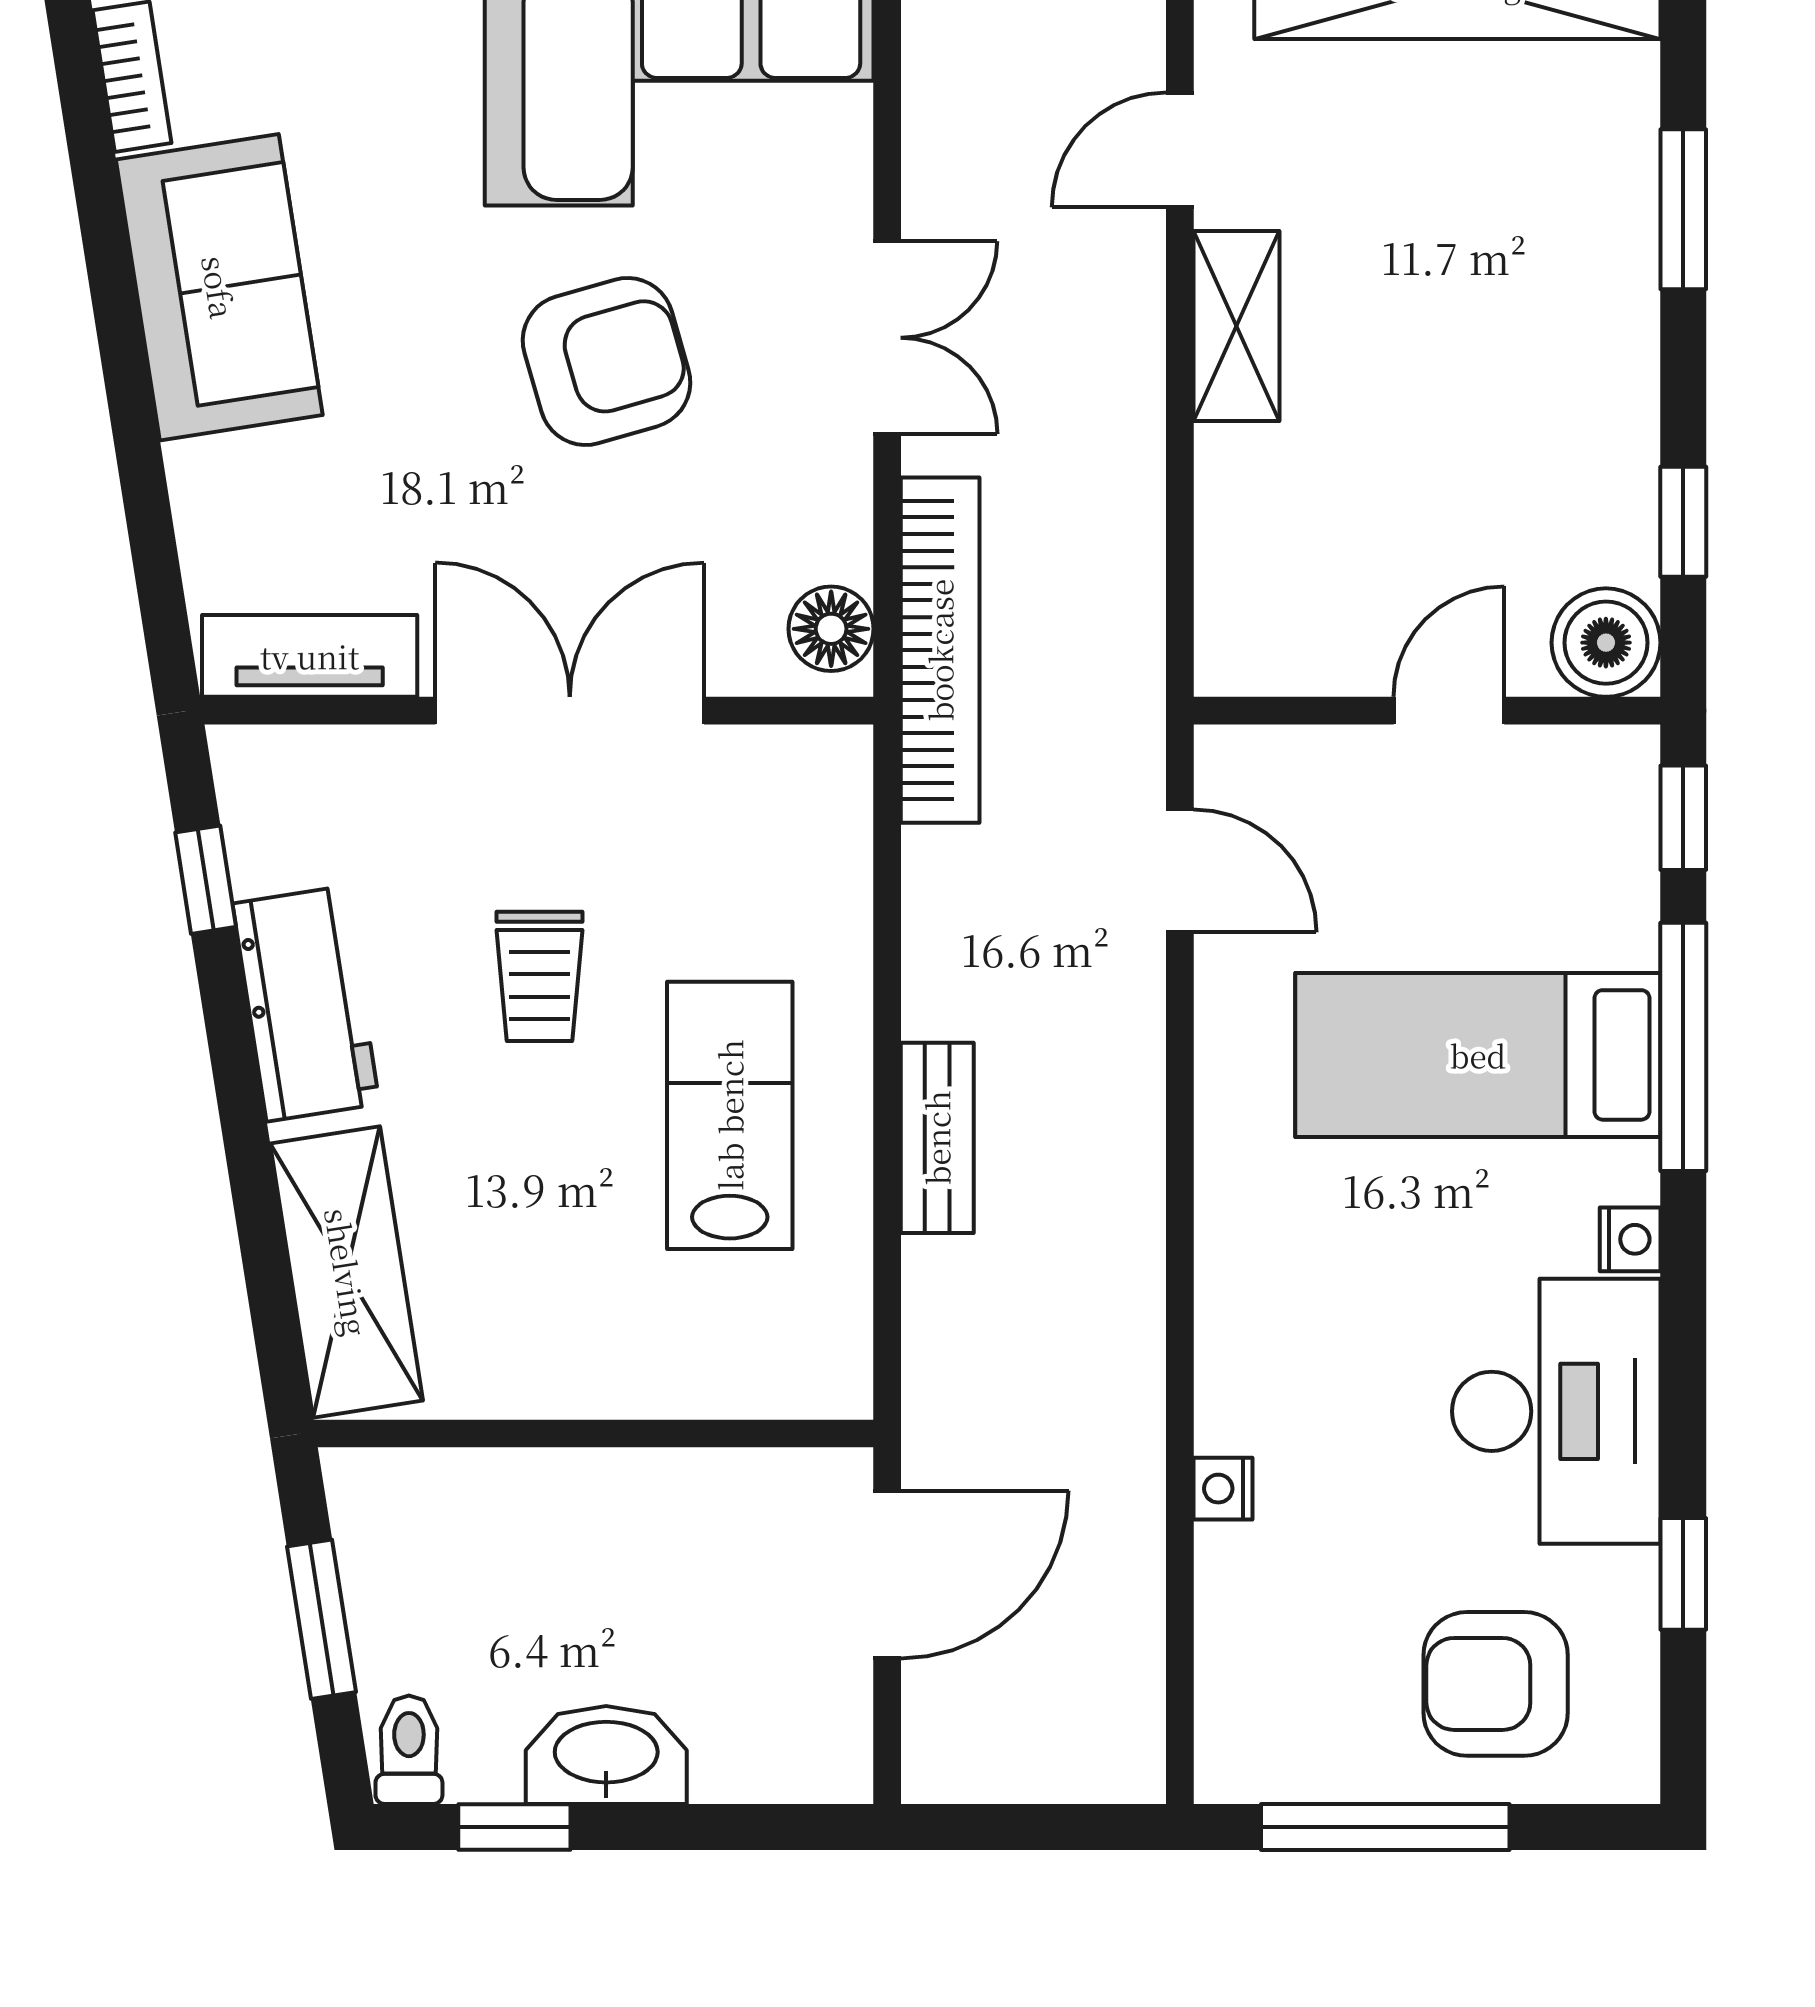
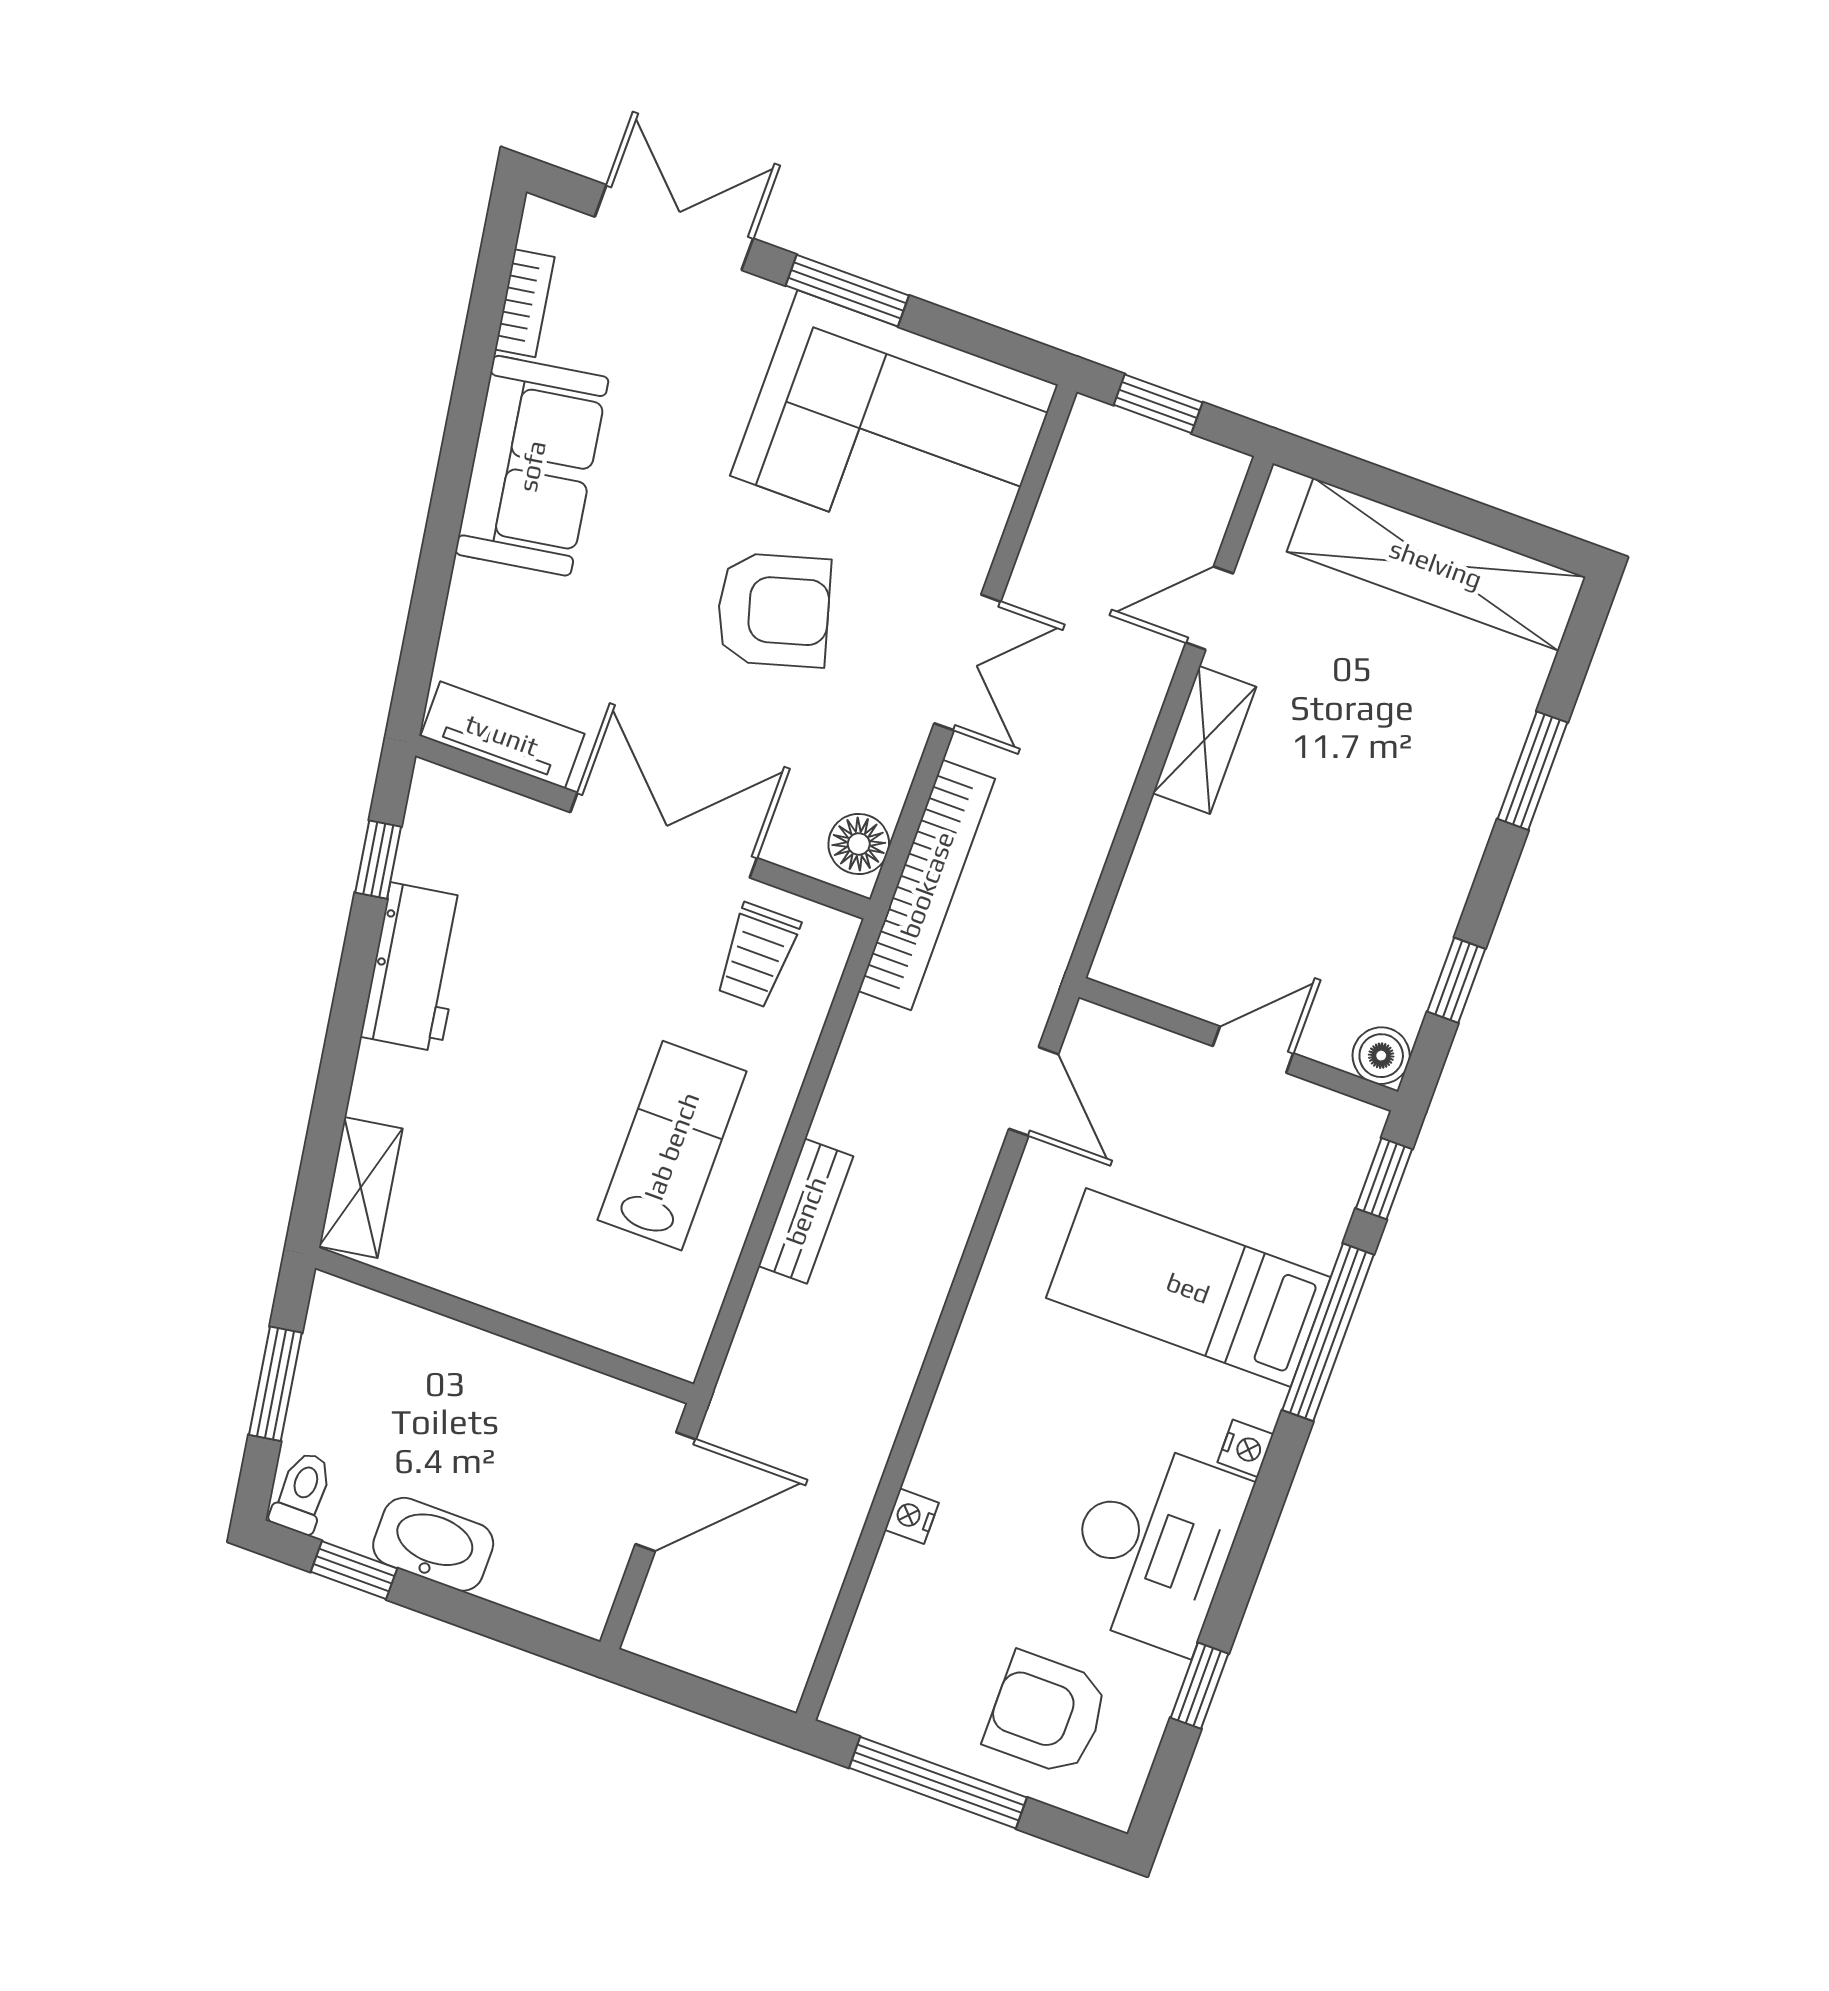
boiler: (1606, 643) -> (1381, 1056), width x0.73, depth x0.73
trolley: (539, 976) -> (757, 955), moved
shelving: (347, 1272) -> (361, 1188), width x0.67, depth x0.75

